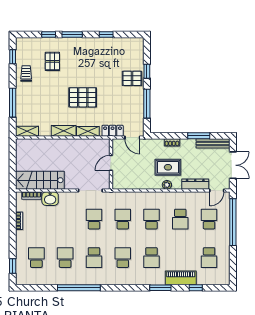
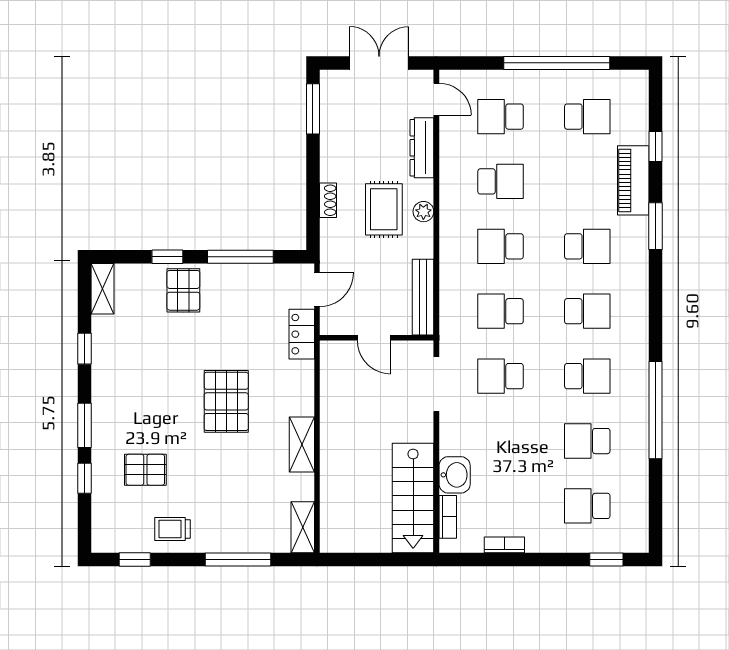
shelving: (88, 131) -> (103, 289), moved
window: (199, 136) -> (313, 109), moved
bench: (213, 143) -> (423, 297), moved
window: (233, 222) -> (557, 63), moved
school desk: (123, 258) -> (587, 311), turned 180

